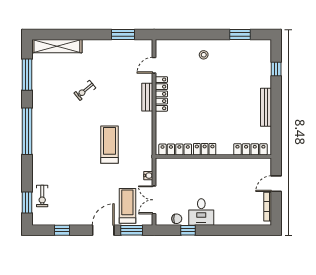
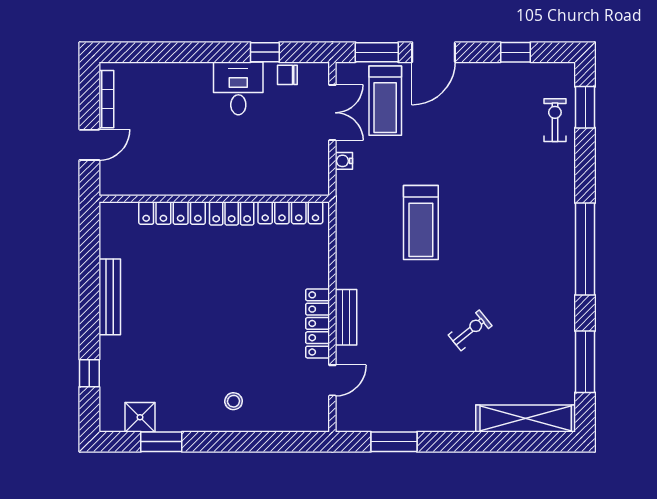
shower: (251, 47) -> (140, 417), added
locker: (250, 149) -> (172, 213), moved

